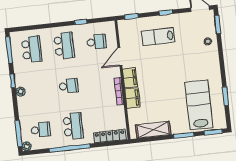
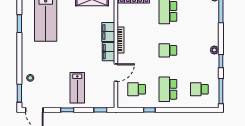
lab bench: (158, 37) -> (77, 88), turned 90
school desk: (32, 49) -> (199, 89), width x0.54
school desk: (41, 130) -> (199, 11), removed

